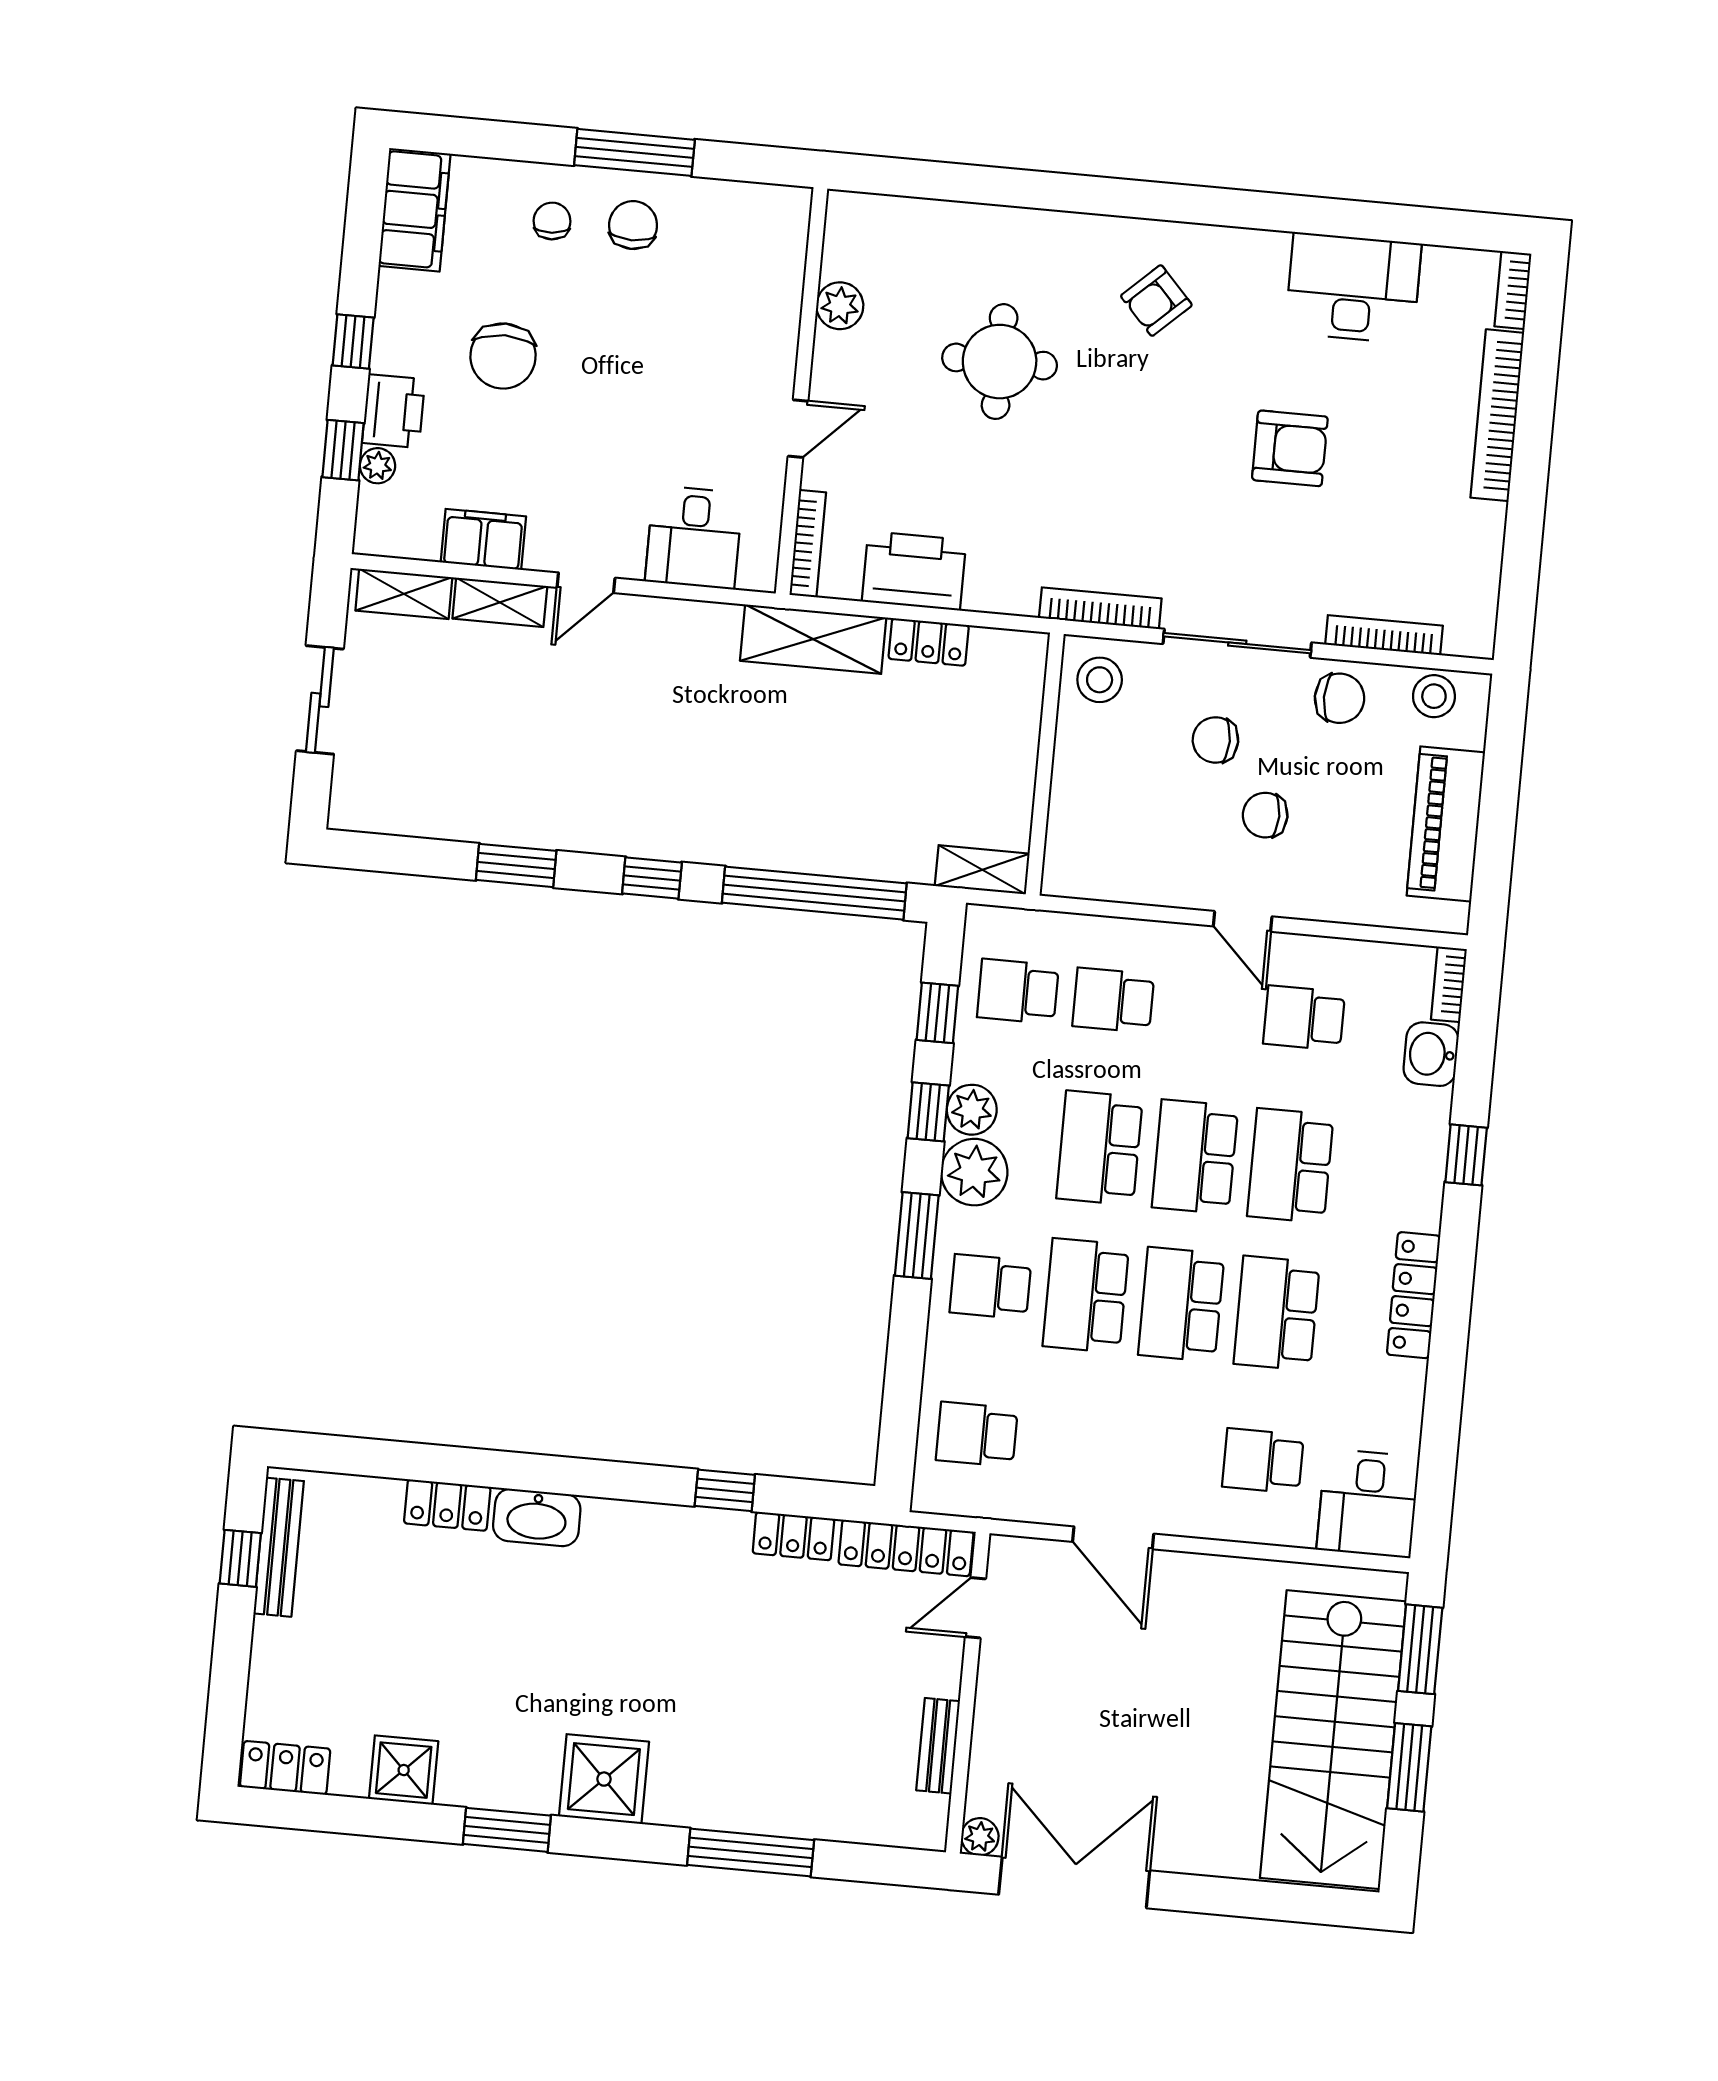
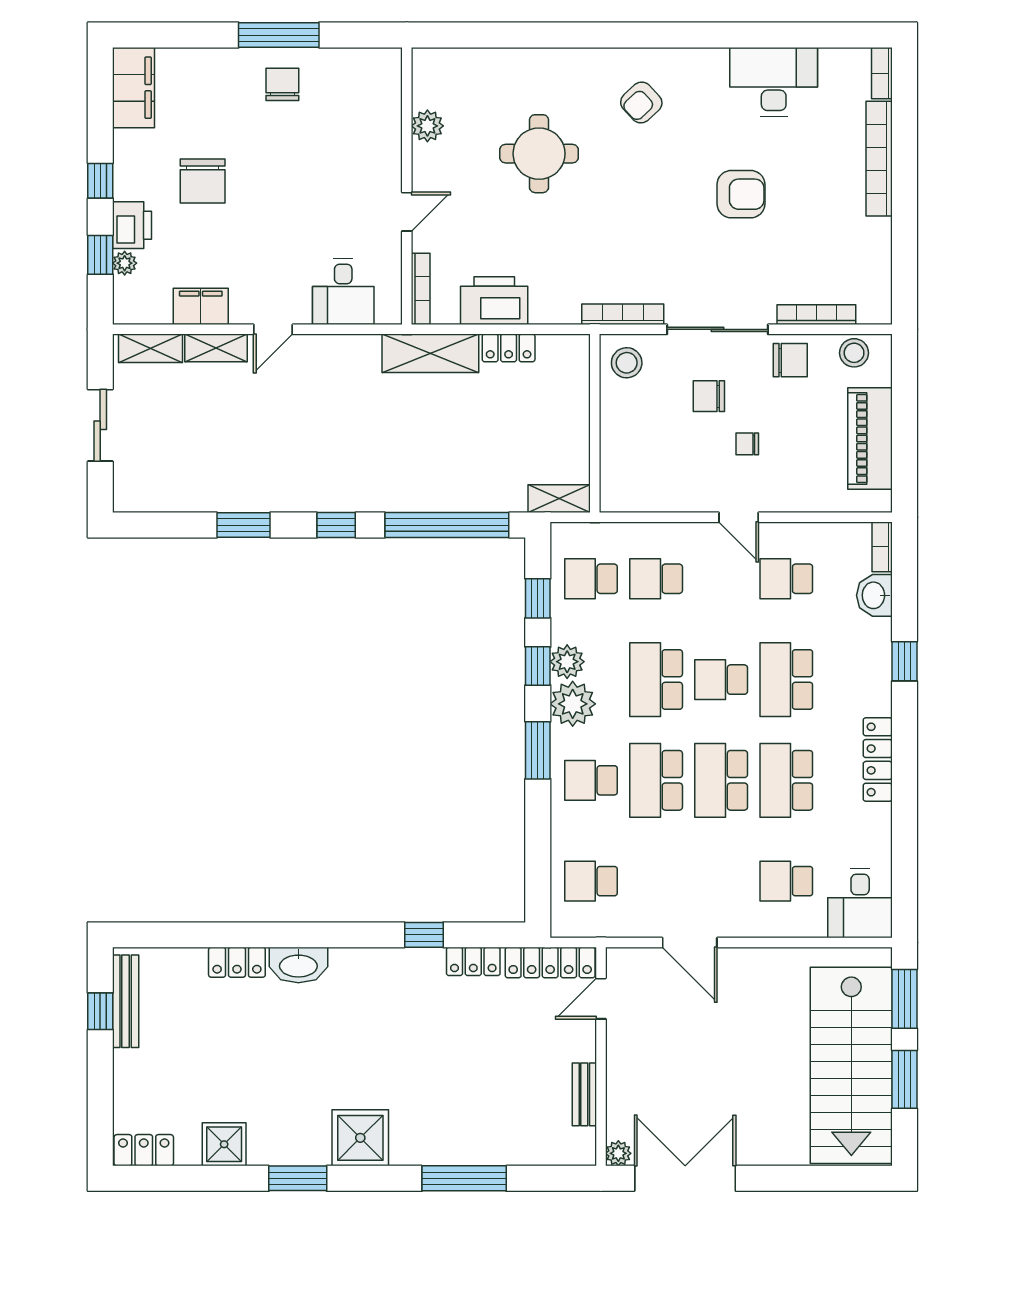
chair: (552, 221) -> (227, 87), removed
chair: (1265, 815) -> (747, 444), width x0.73, depth x0.73
school desk: (1195, 1157) -> (721, 680), width x0.54

